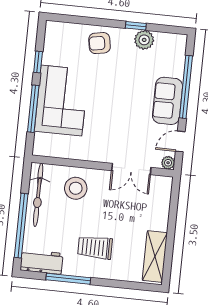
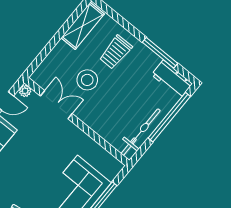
stool: (76, 188) -> (87, 80), moved
trolley: (95, 248) -> (116, 52), moved, turned 90

